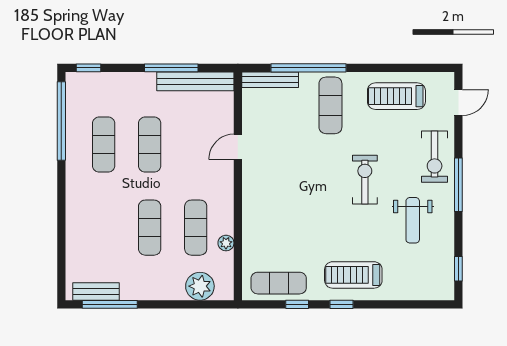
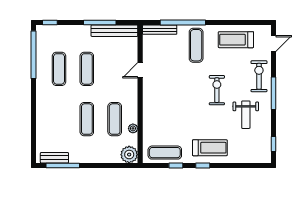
exercise bike: (435, 157) -> (259, 76), turned 180
treadmill: (353, 275) -> (210, 148), turned 180
plant: (200, 286) -> (129, 155), moved

